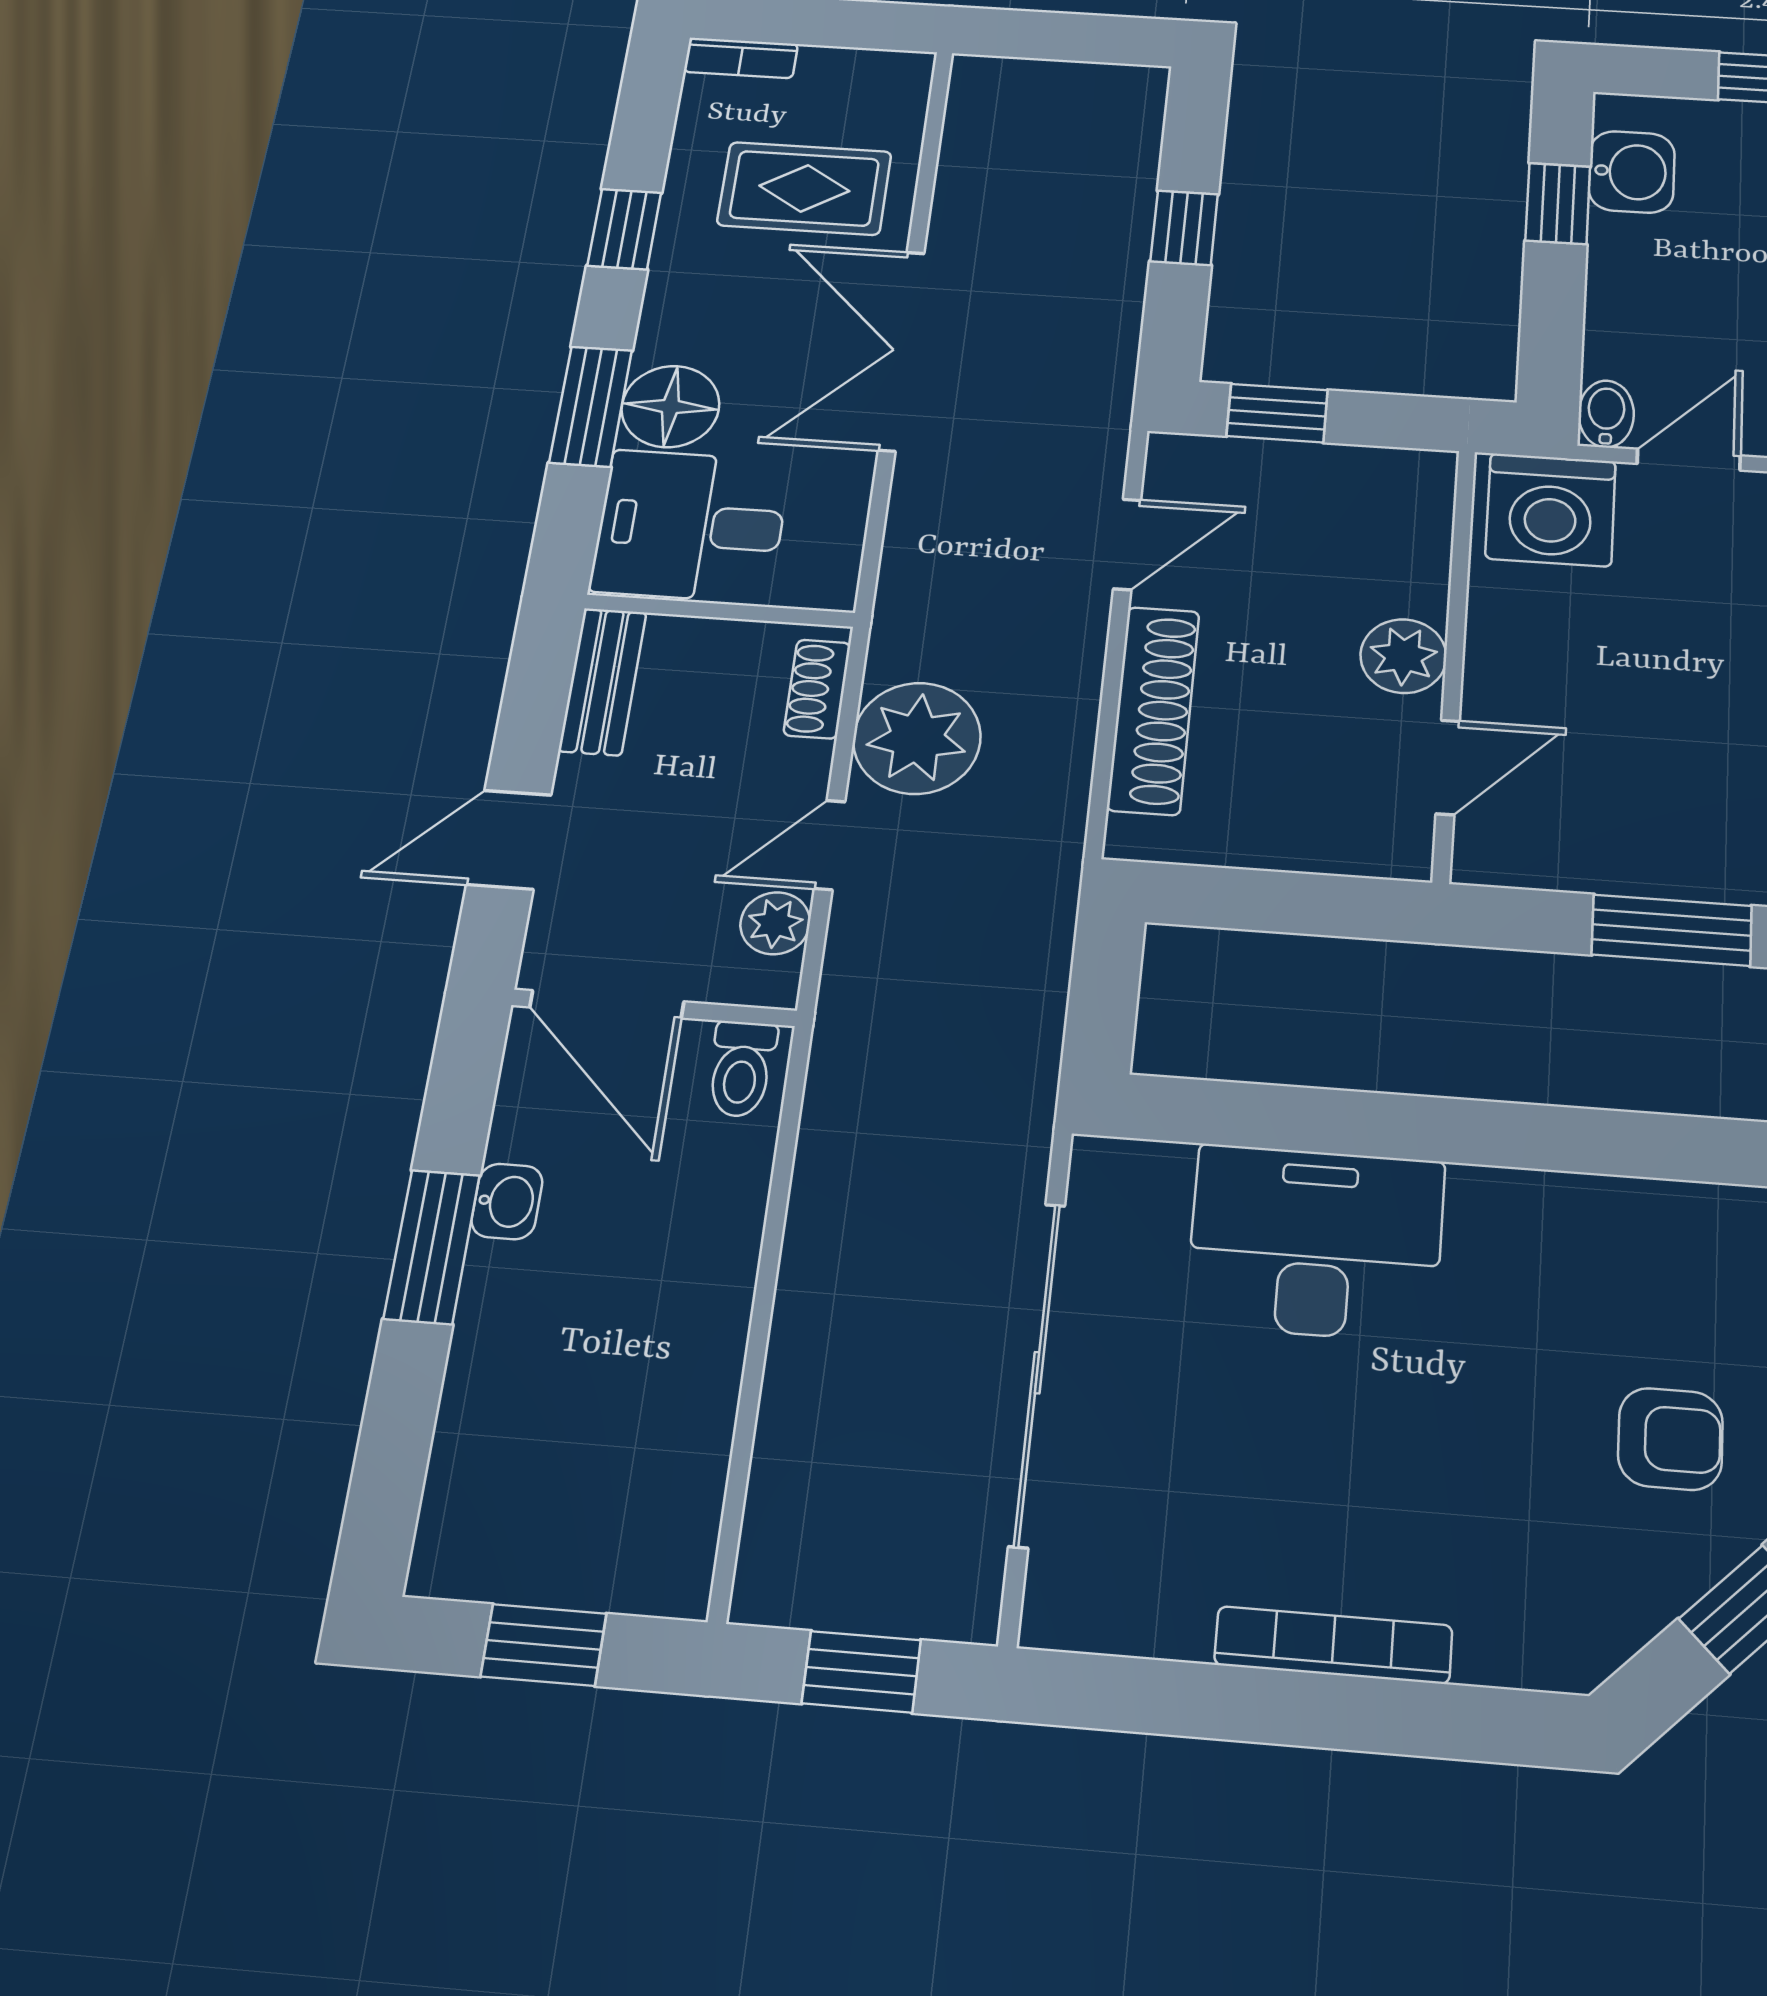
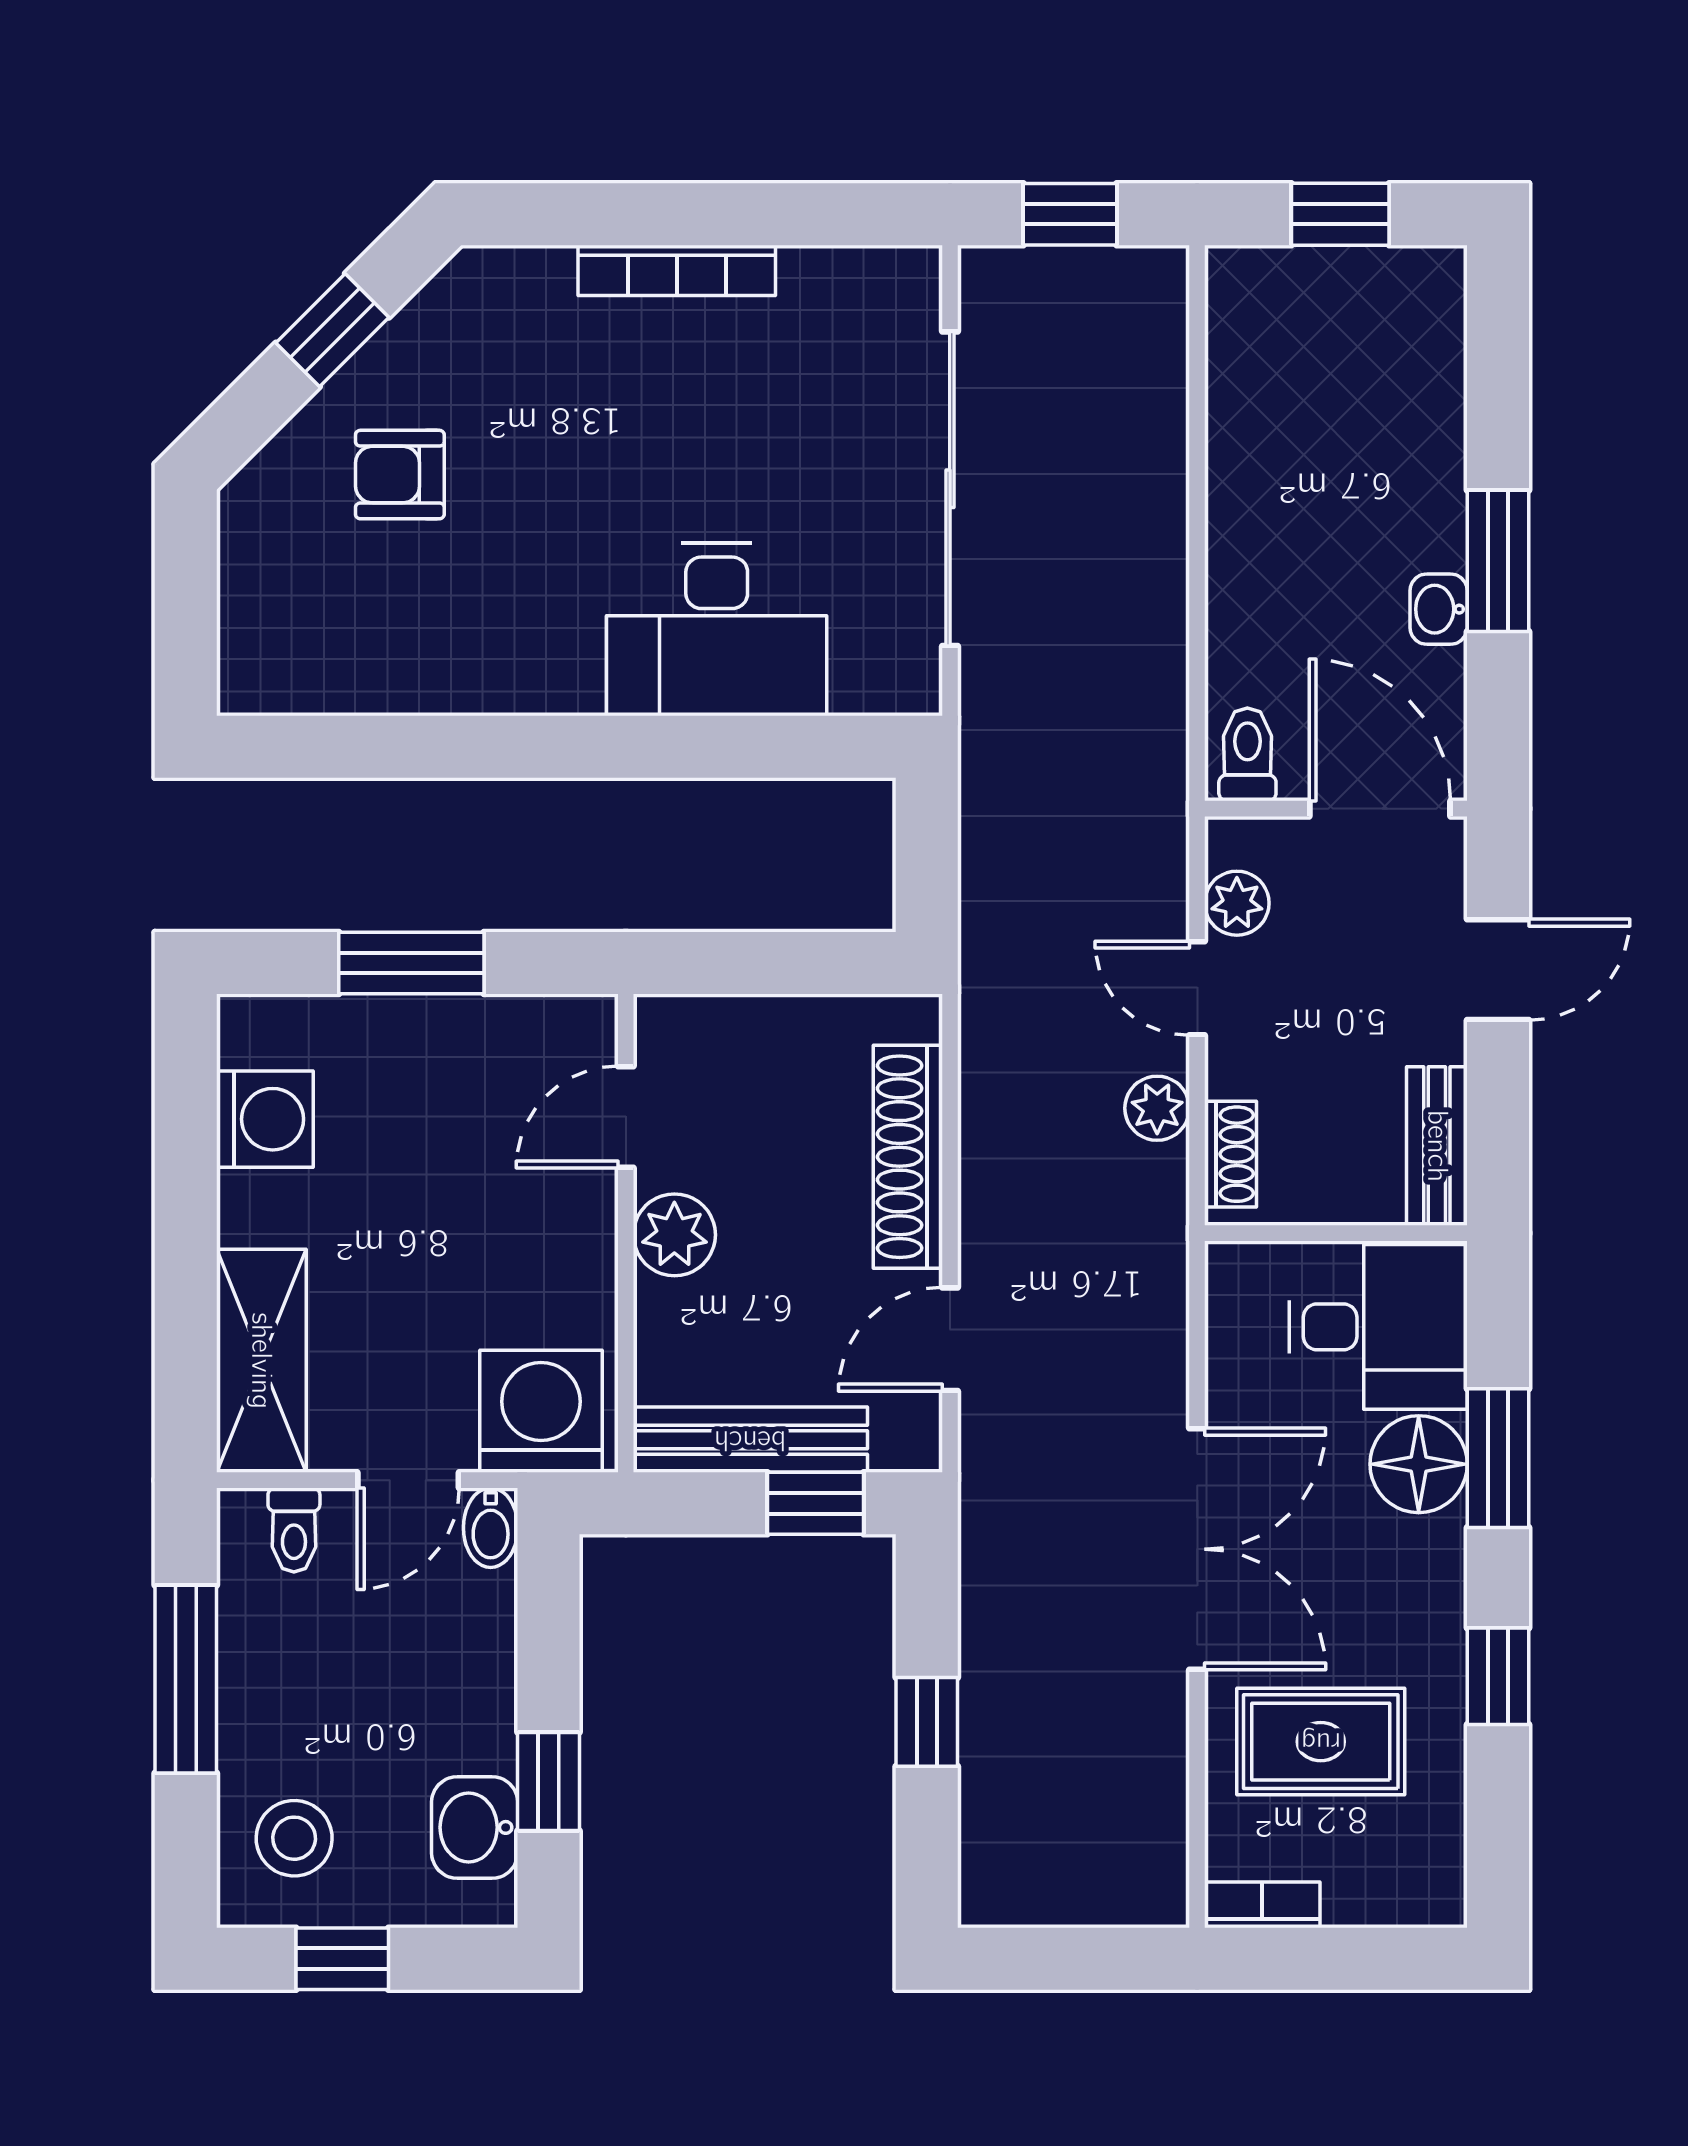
bookcase: (741, 58) -> (1262, 1905), moved
bench: (1338, 471) -> (750, 1440), added
plant: (917, 738) -> (1157, 1108), width x0.53, depth x0.53
door: (830, 845) -> (1197, 988), swing flipped

